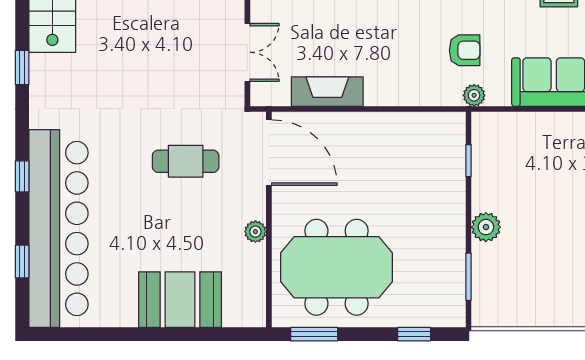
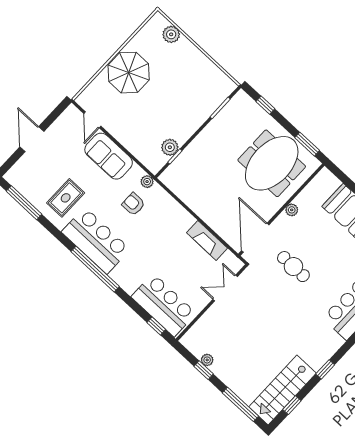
plant: (486, 227) -> (170, 147), moved
meeting table: (337, 267) -> (272, 163), turned 90

